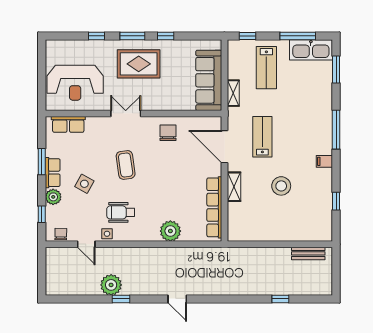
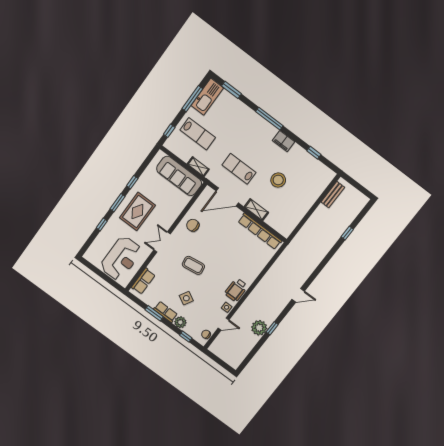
filing cabinet: (324, 161) -> (284, 141), width x2.00
wheelchair: (121, 212) -> (236, 290), moved
plant: (170, 231) -> (254, 269), removed

